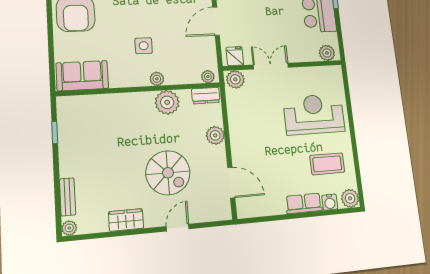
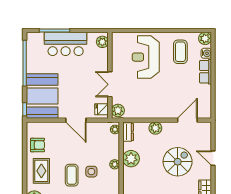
coffee table: (136, 18) -> (72, 175), added

